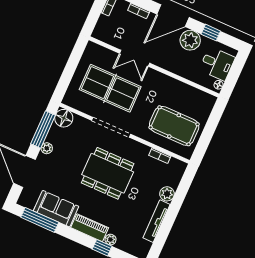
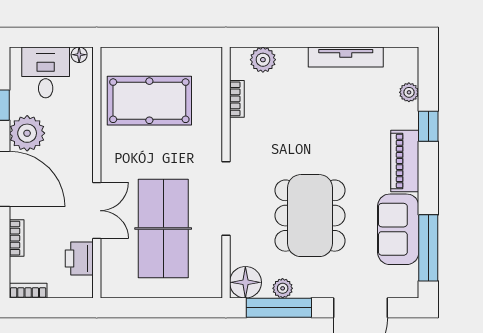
printer: (114, 38) -> (79, 258), added
pool table: (174, 126) -> (149, 101), moved, turned 90
plant: (47, 148) -> (283, 288), moved
dining table: (108, 173) -> (310, 216), moved
plant: (167, 194) -> (263, 60), moved
plant: (111, 240) -> (409, 92), moved

